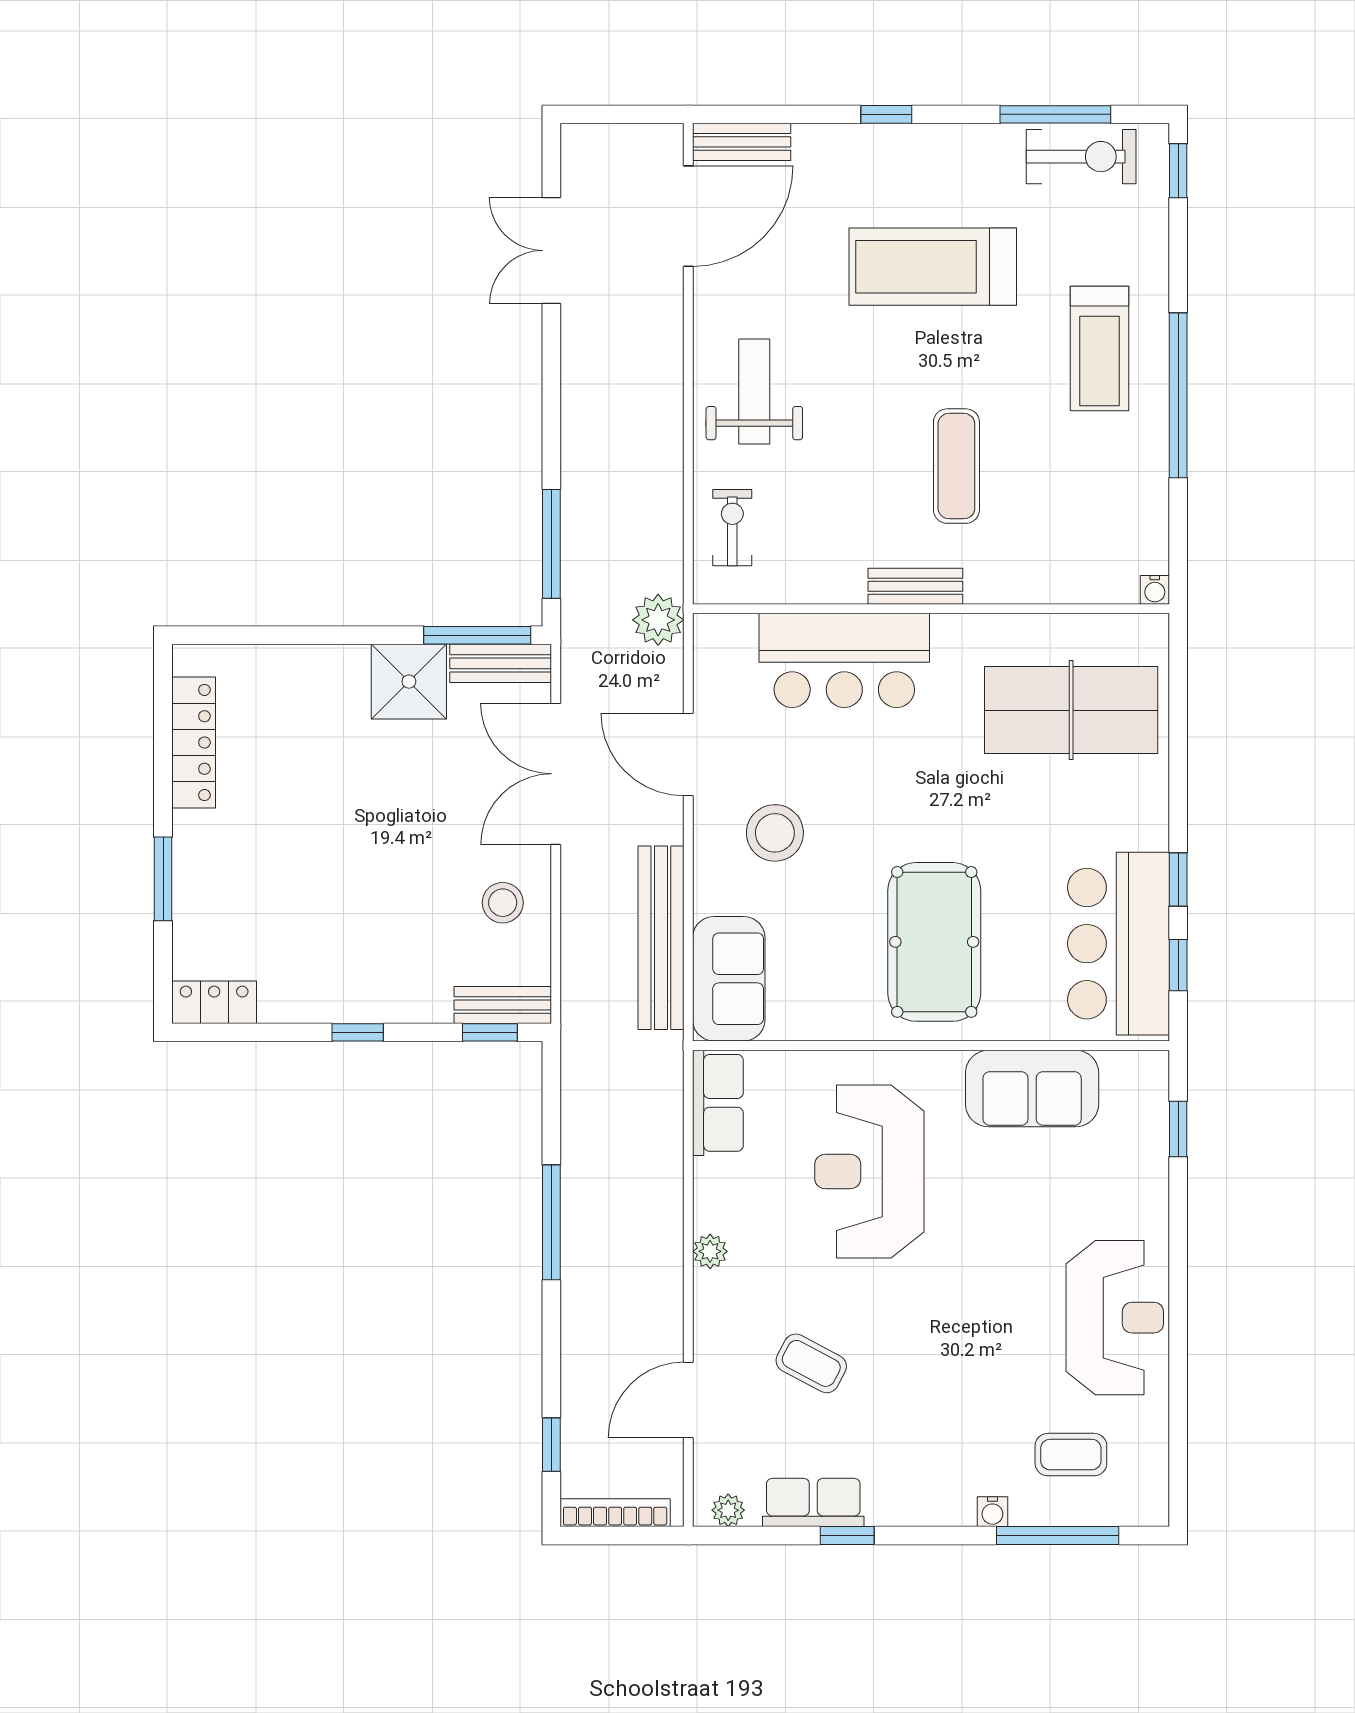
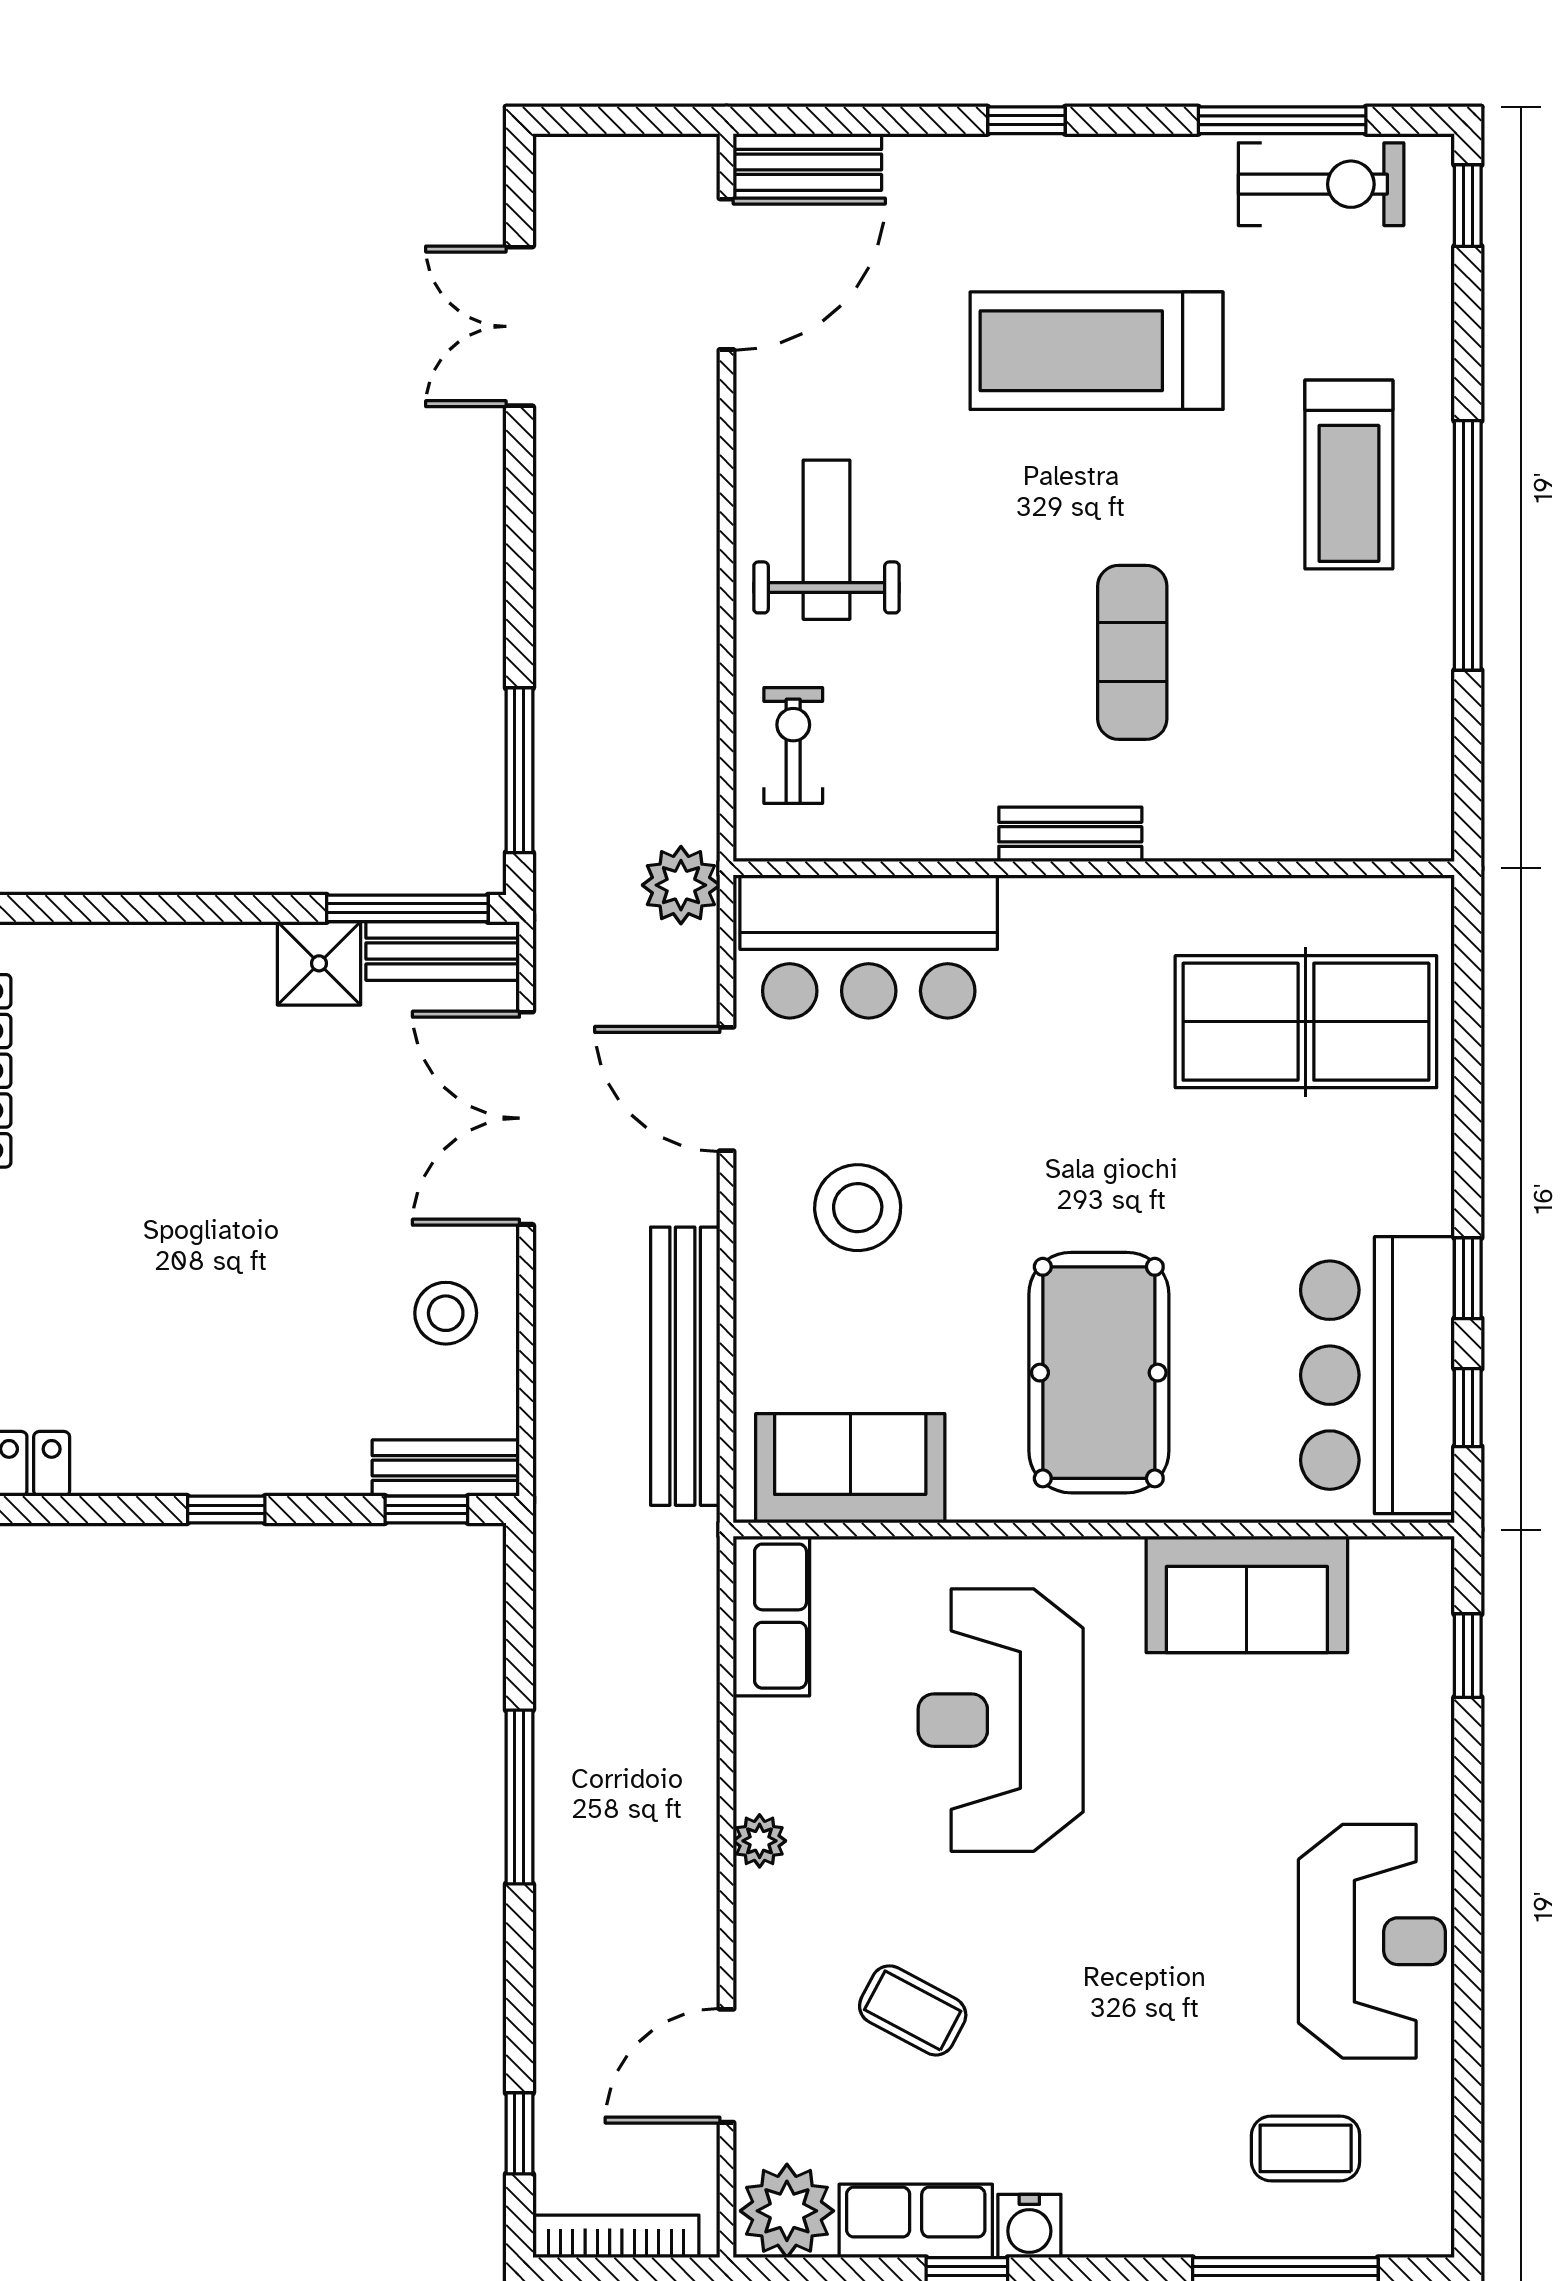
water cooler: (1155, 590) -> (1433, 840), removed
bar counter: (844, 660) -> (869, 947), moved
shower: (409, 682) -> (319, 963), width x0.73, depth x0.73
sofa: (729, 979) -> (850, 1468), moved, turned -90
plant: (728, 1510) -> (787, 2211), width x1.87, depth x1.87
water cooler: (992, 1512) -> (1029, 2226), moved, width x1.38, depth x1.38

